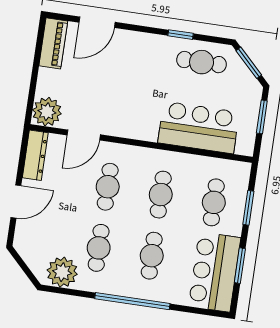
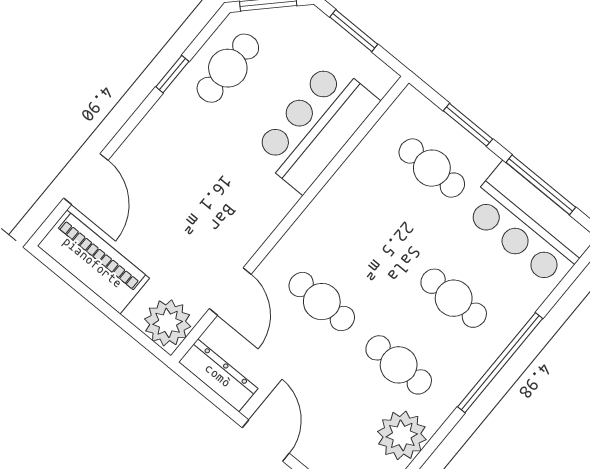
piano: (53, 43) -> (93, 262), width x1.37, depth x1.33
cafe table: (161, 195) -> (377, 235), removed
window: (240, 266) -> (541, 185), width x1.44

